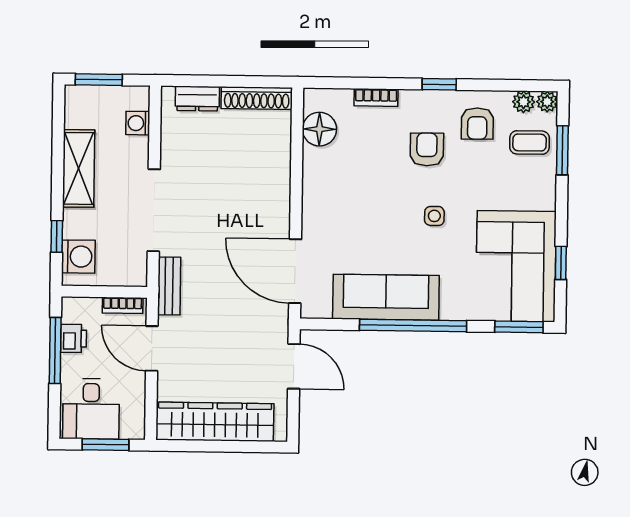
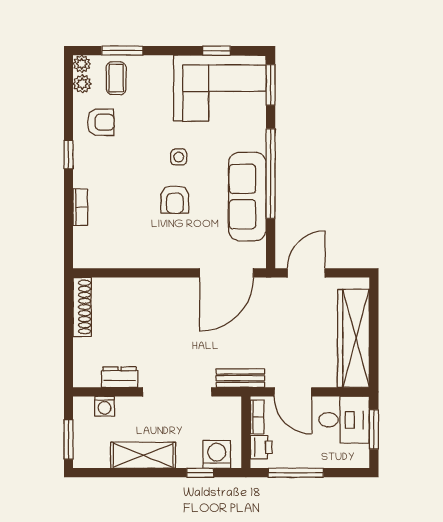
dresser: (197, 99) -> (120, 377), moved, turned -90
floor lamp: (319, 129) -> (107, 254), removed
armchair: (427, 149) -> (175, 199), moved, turned -90
printer: (74, 338) -> (261, 447), moved, turned 90
door: (152, 348) -> (293, 392), hinge flipped
desk: (91, 409) -> (344, 420), moved

